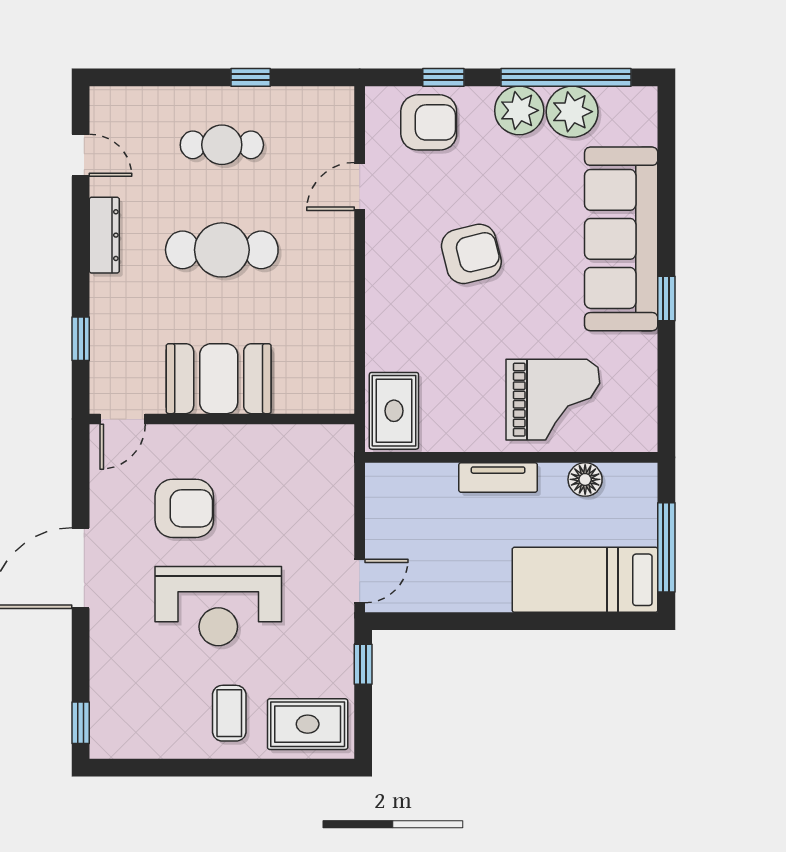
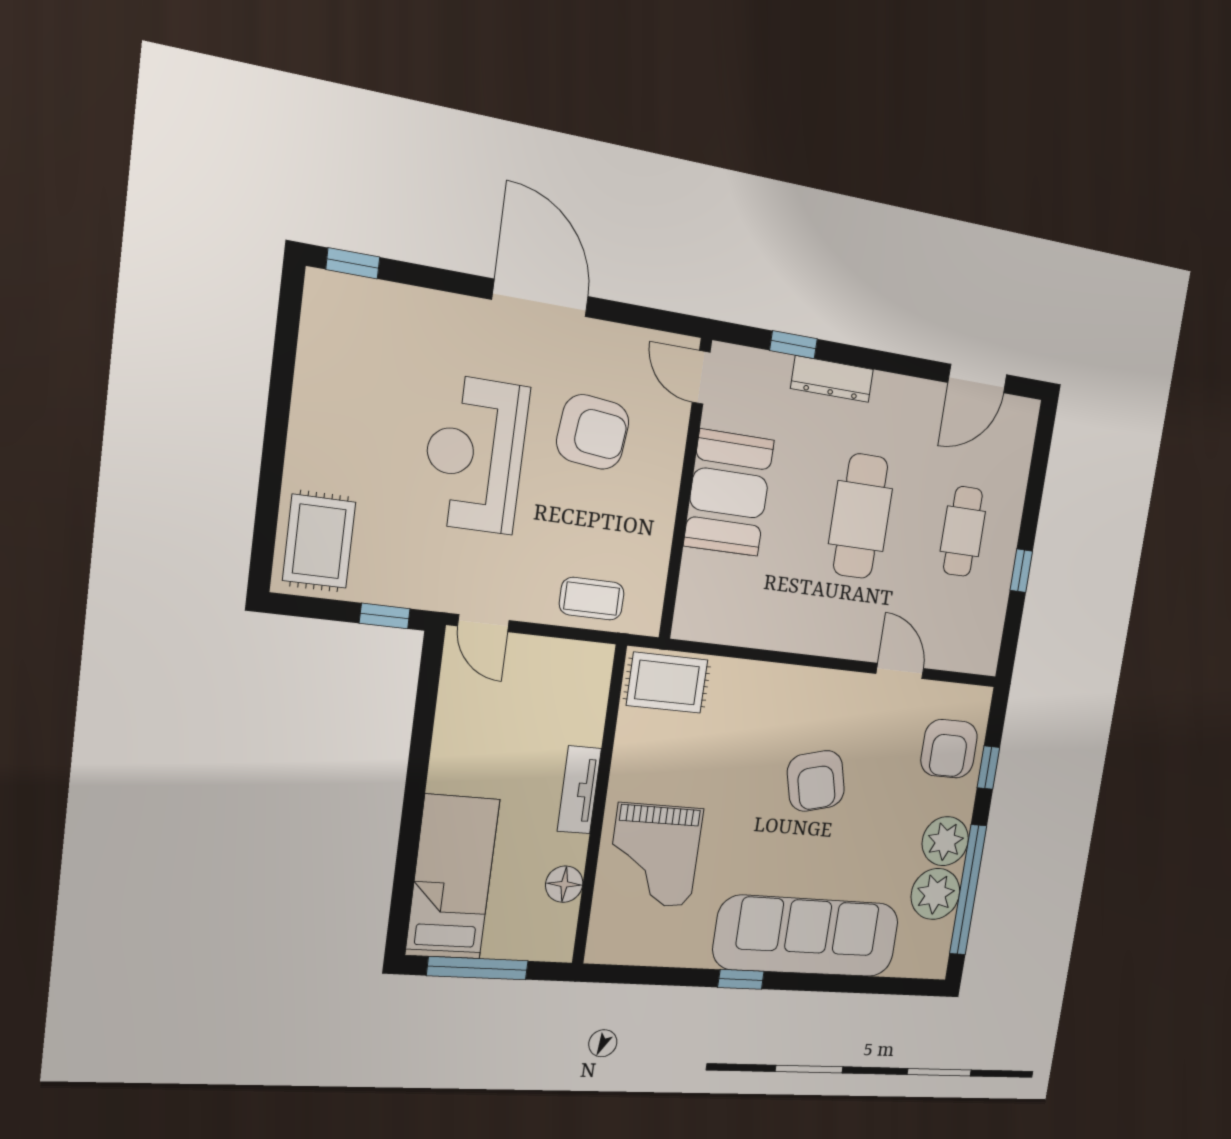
door: (81, 155) -> (977, 379), width x1.38
dresser: (104, 235) -> (832, 379), moved
armchair: (184, 508) -> (593, 432), turned -84
coffee table: (229, 713) -> (592, 599), moved

